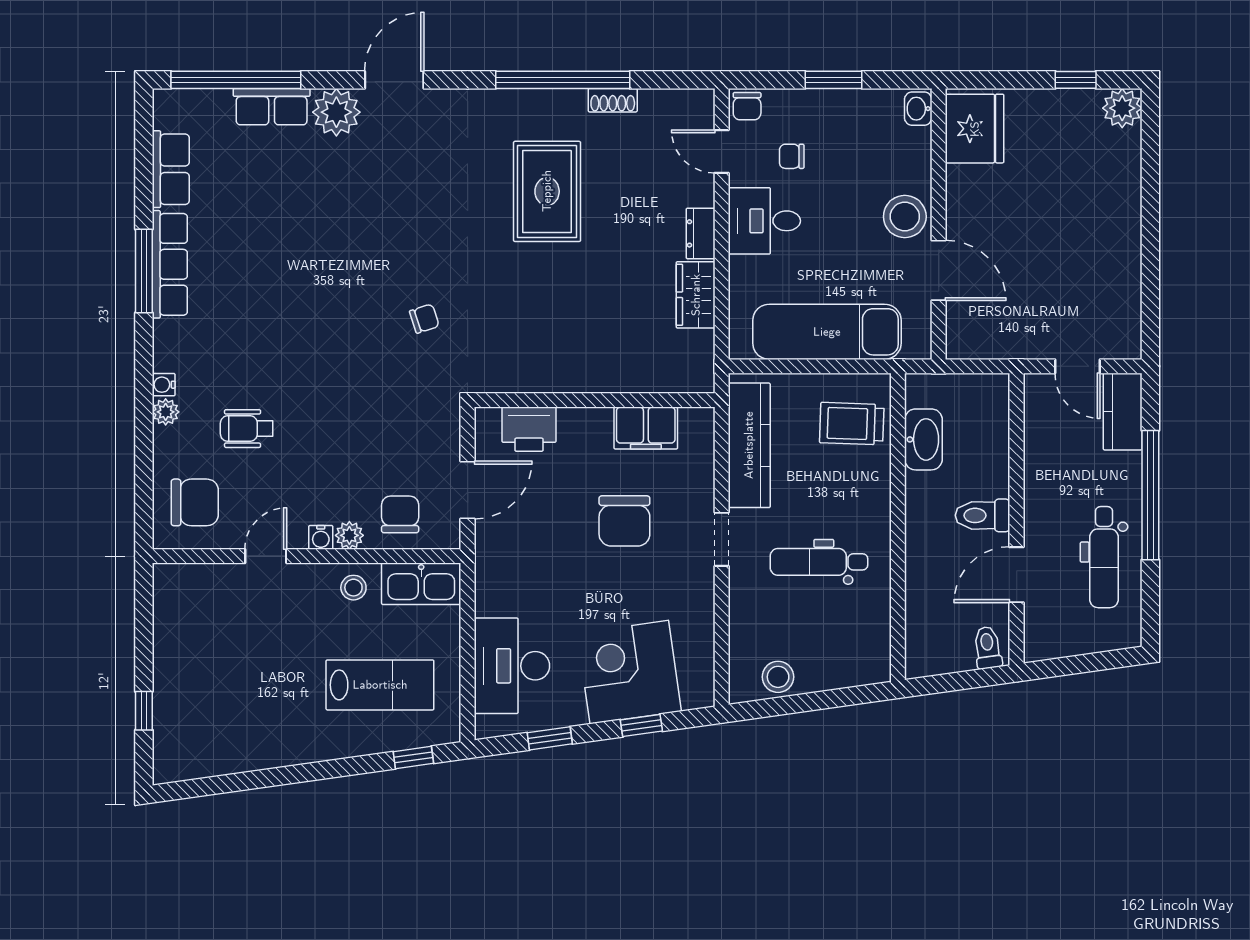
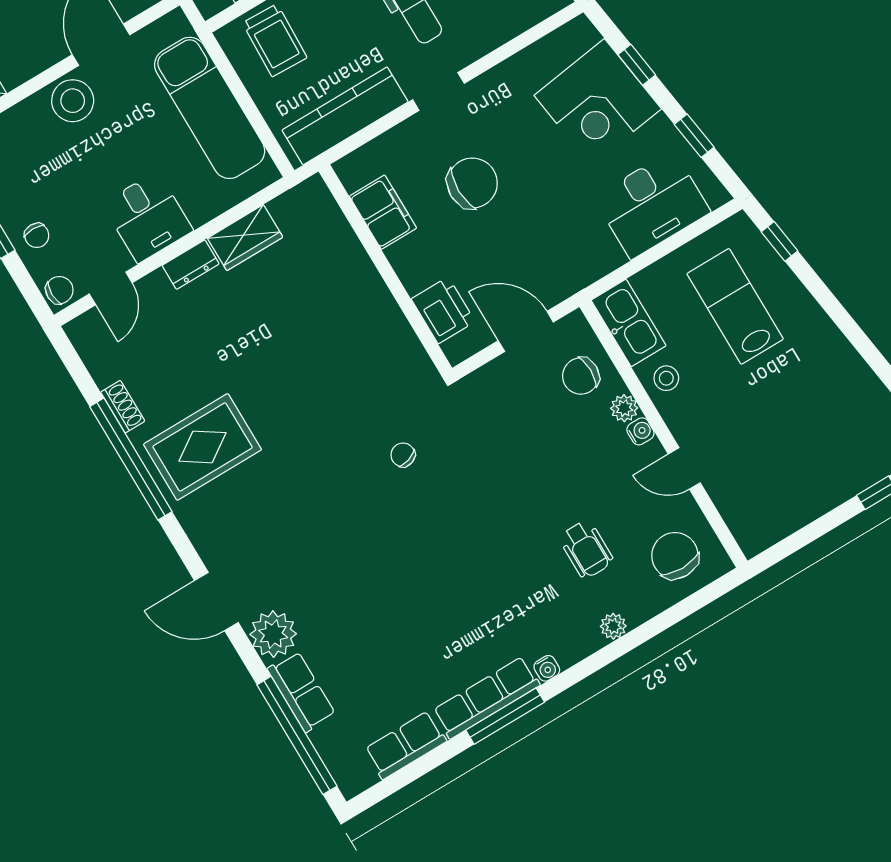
chair: (792, 156) -> (37, 235), moved
rug: (547, 191) -> (202, 447), moved
water cooler: (164, 385) -> (547, 668), moved

